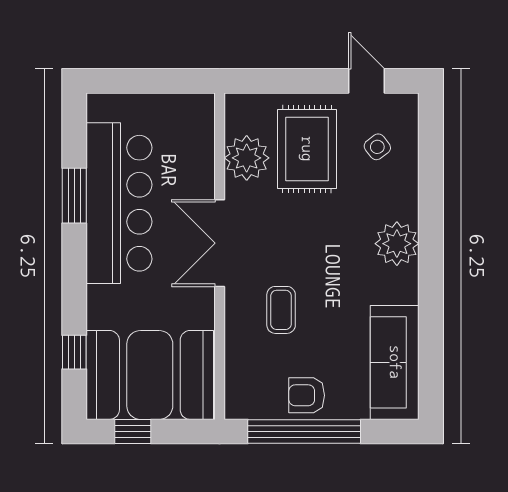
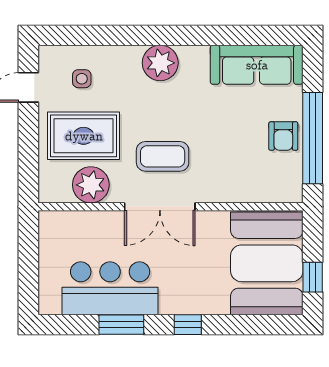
side table: (377, 147) -> (82, 79), turned 37
bar counter: (119, 203) -> (110, 288), width x0.73
coffee table: (281, 310) -> (163, 156), moved, width x1.36, depth x1.30
window: (74, 352) -> (188, 325), moved

